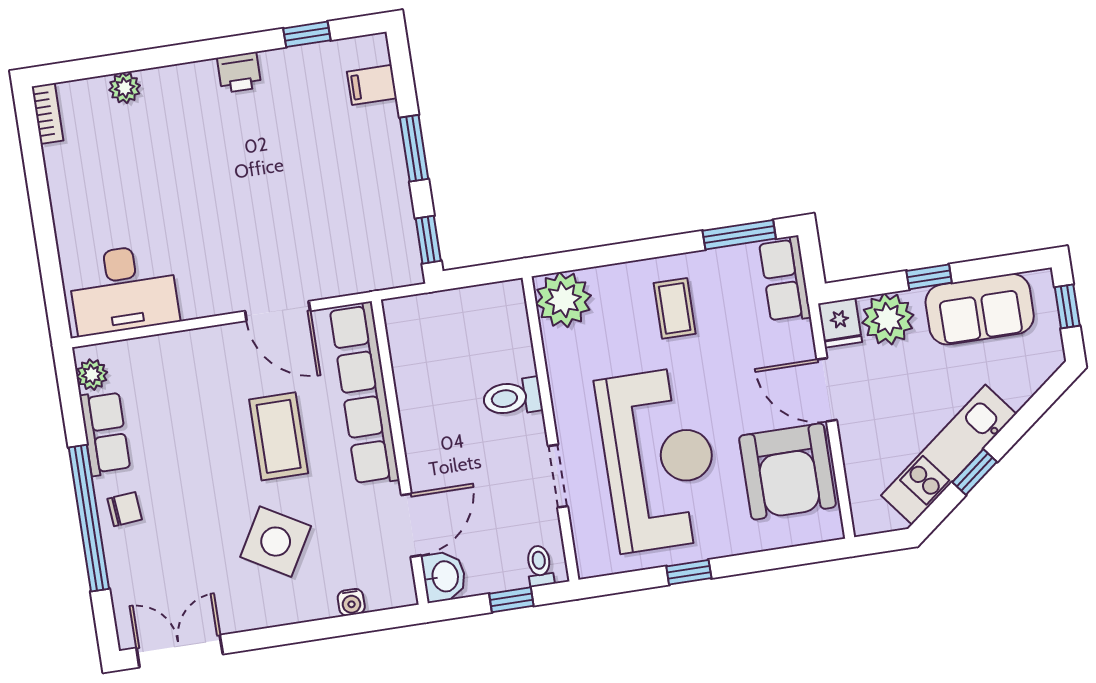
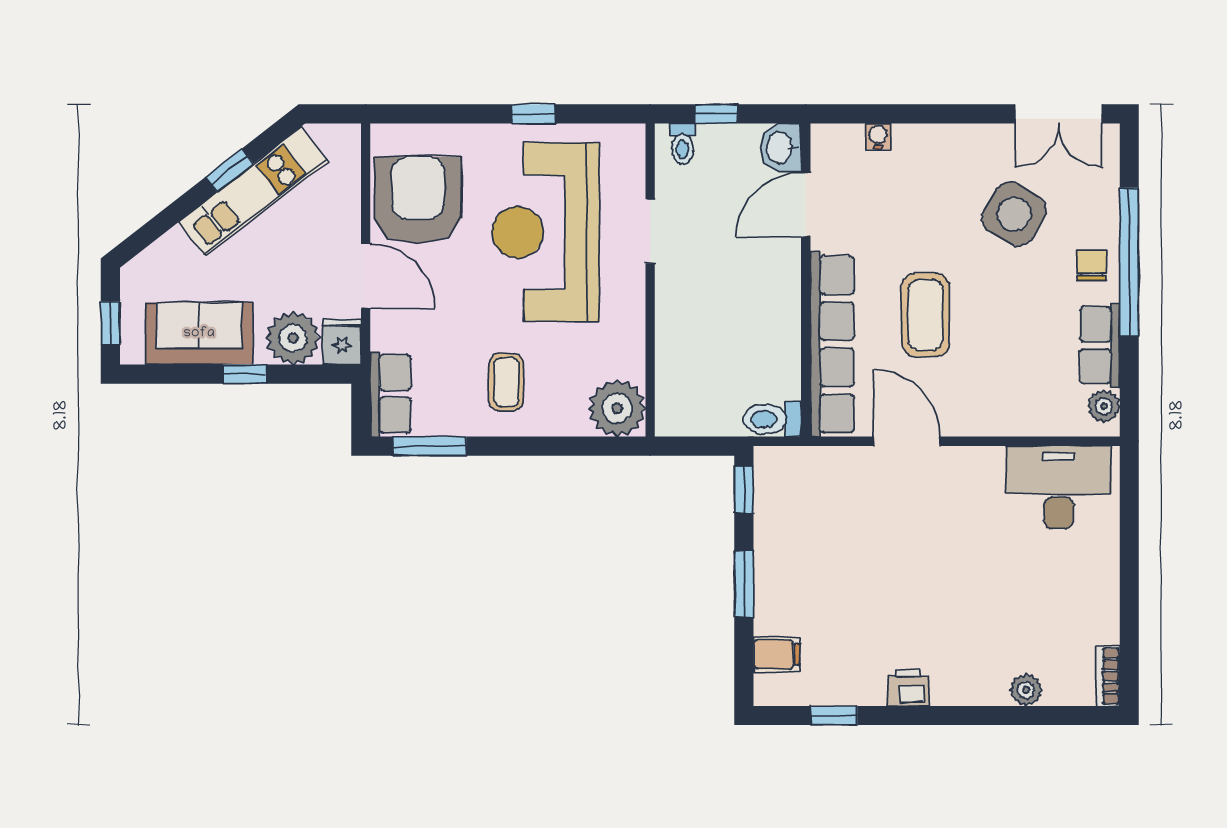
toilet: (512, 397) -> (772, 419), moved, turned 180
chair: (125, 509) -> (1092, 266), turned 95
side table: (276, 542) -> (1014, 214), moved

